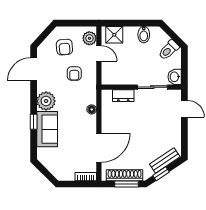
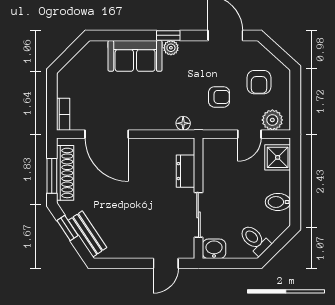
armchair: (64, 47) -> (259, 82), turned -85
armchair: (74, 73) -> (219, 97), turned 180
plant: (46, 101) -> (171, 48), width x0.53, depth x0.53
floor lamp: (92, 109) -> (183, 123), moved
window: (34, 122) -> (168, 35), moved

